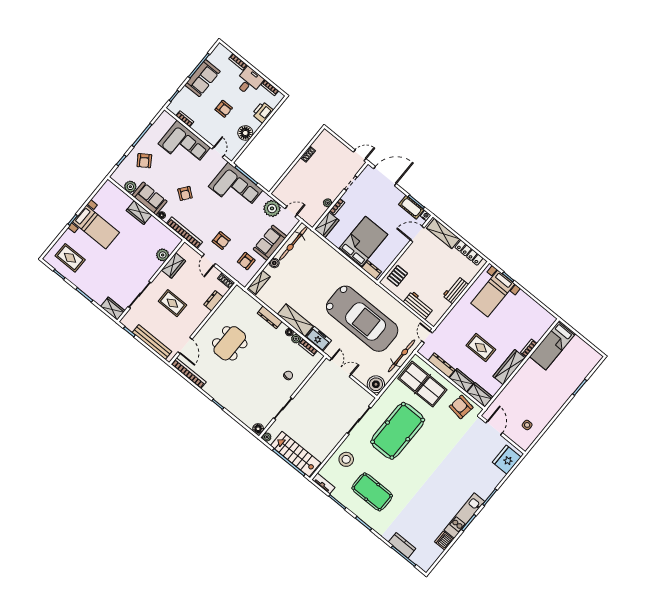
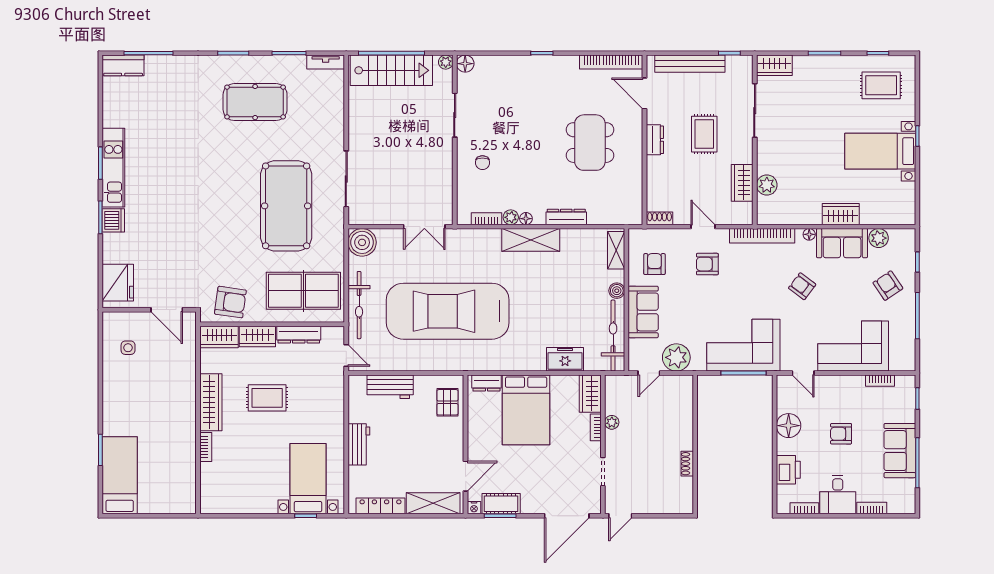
dresser: (213, 301) -> (655, 140), moved
rug: (172, 303) -> (704, 134), turned 90
freezer: (318, 339) -> (565, 359), moved, turned 180
bed: (552, 345) -> (120, 475), moved
stool: (346, 459) -> (322, 116), removed
dishwasher: (444, 541) -> (113, 220), moved
kitchen counter: (402, 545) -> (123, 65), moved

